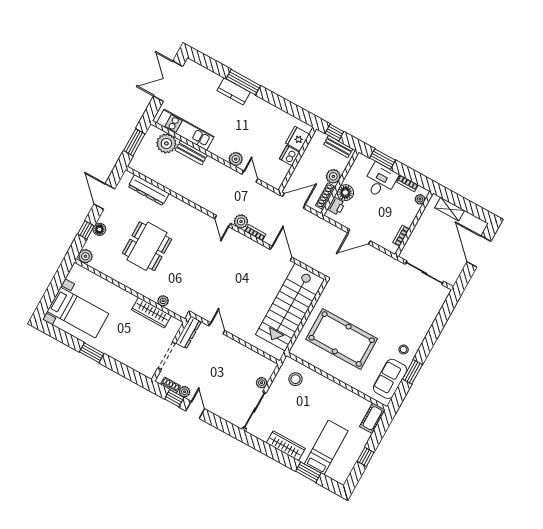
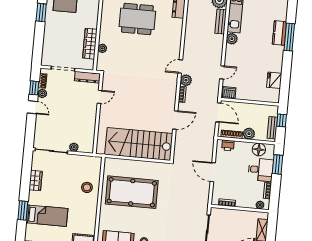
fridge: (297, 139) -> (274, 80), moved, turned -90
dishwasher: (289, 156) -> (229, 93), moved
plant: (236, 159) -> (232, 39), moved
floor lamp: (345, 193) -> (259, 149), moved
pool table: (342, 339) -> (132, 192), turned 90
stool: (295, 379) -> (87, 187), moved
door: (195, 410) -> (32, 107), hinge flipped
wardrobe: (286, 446) -> (36, 181), width x0.67

